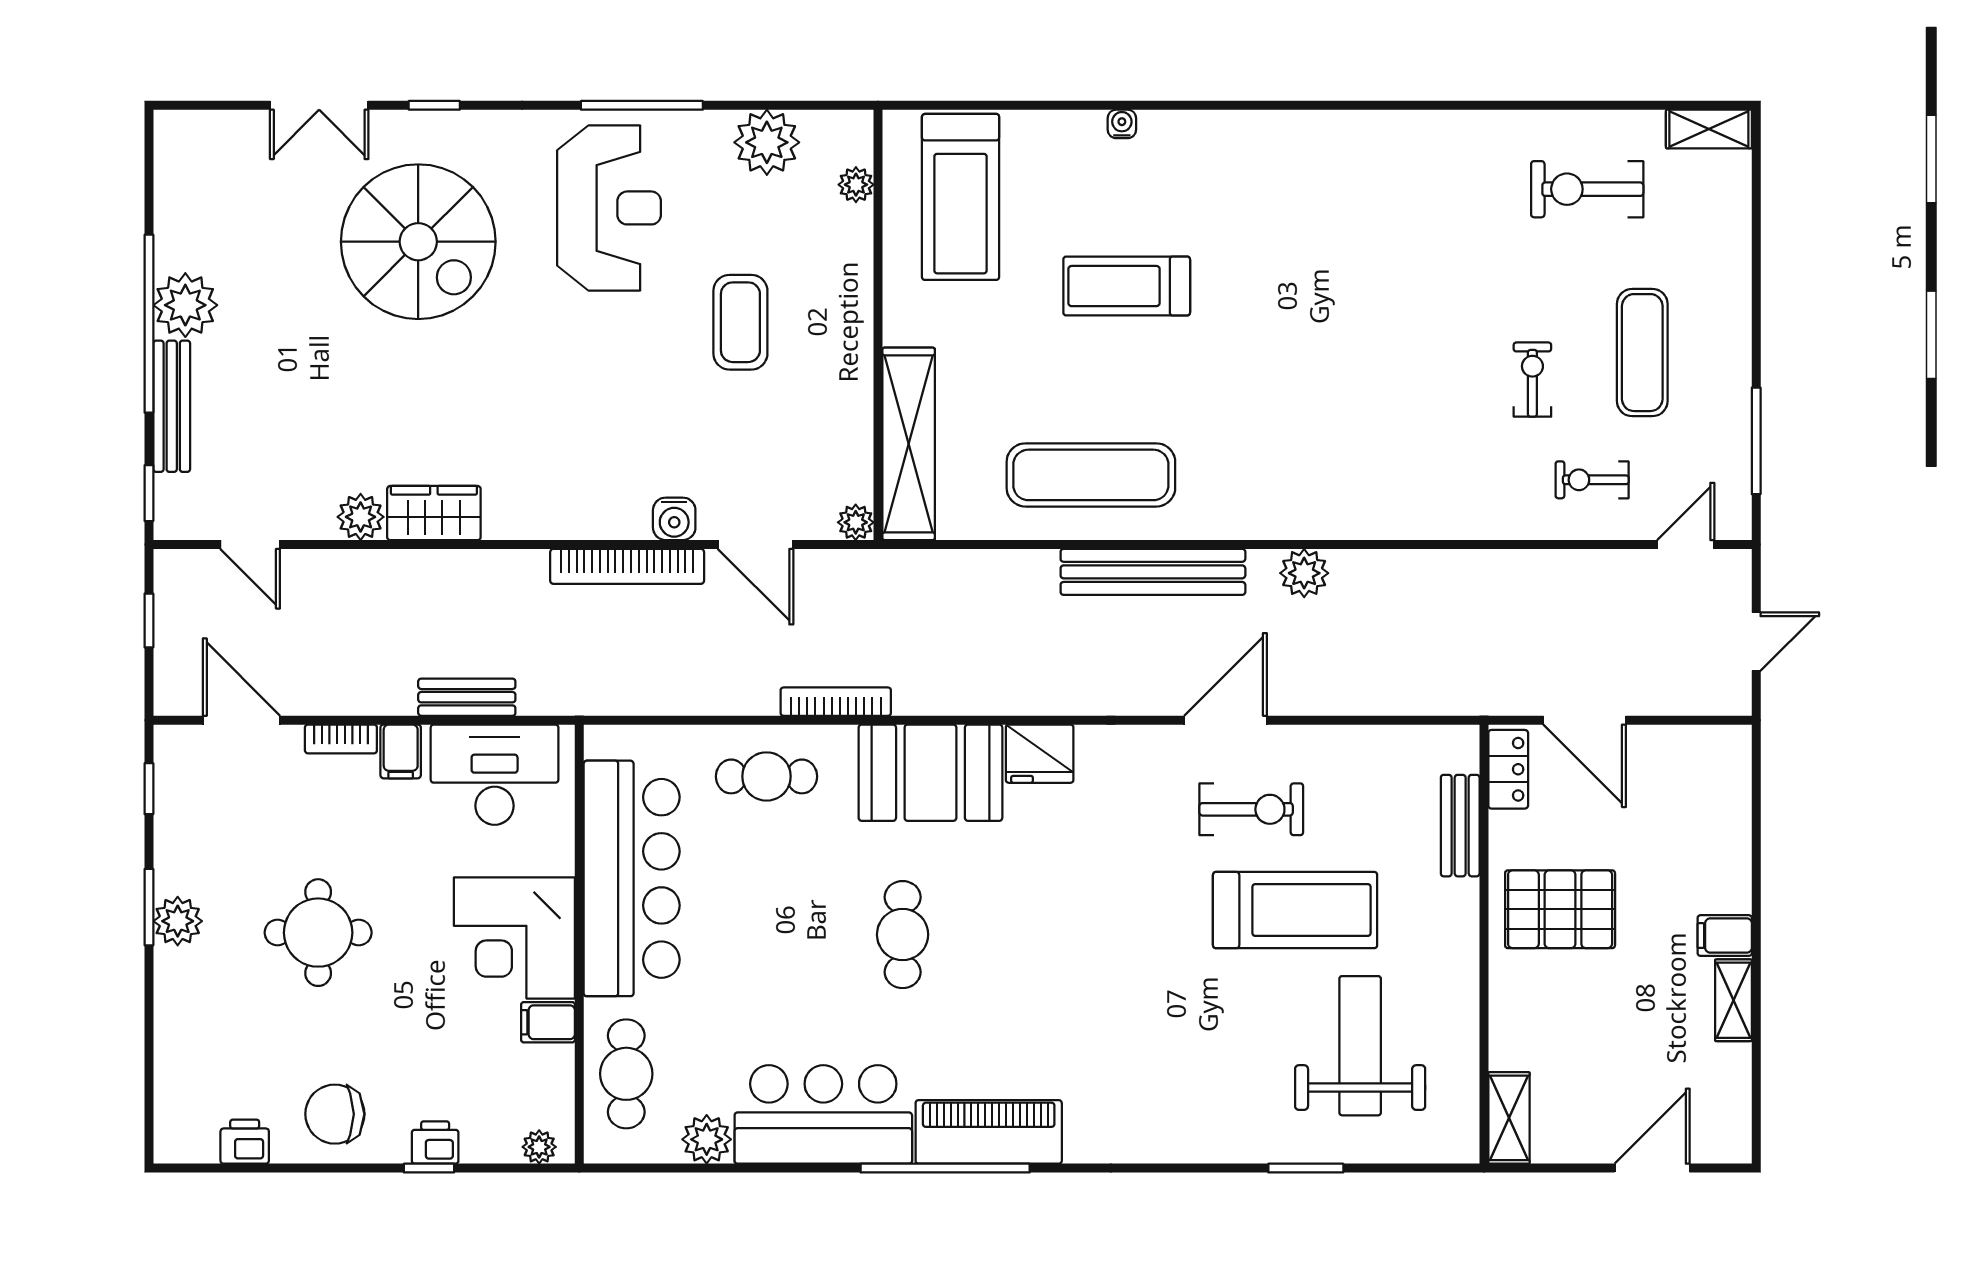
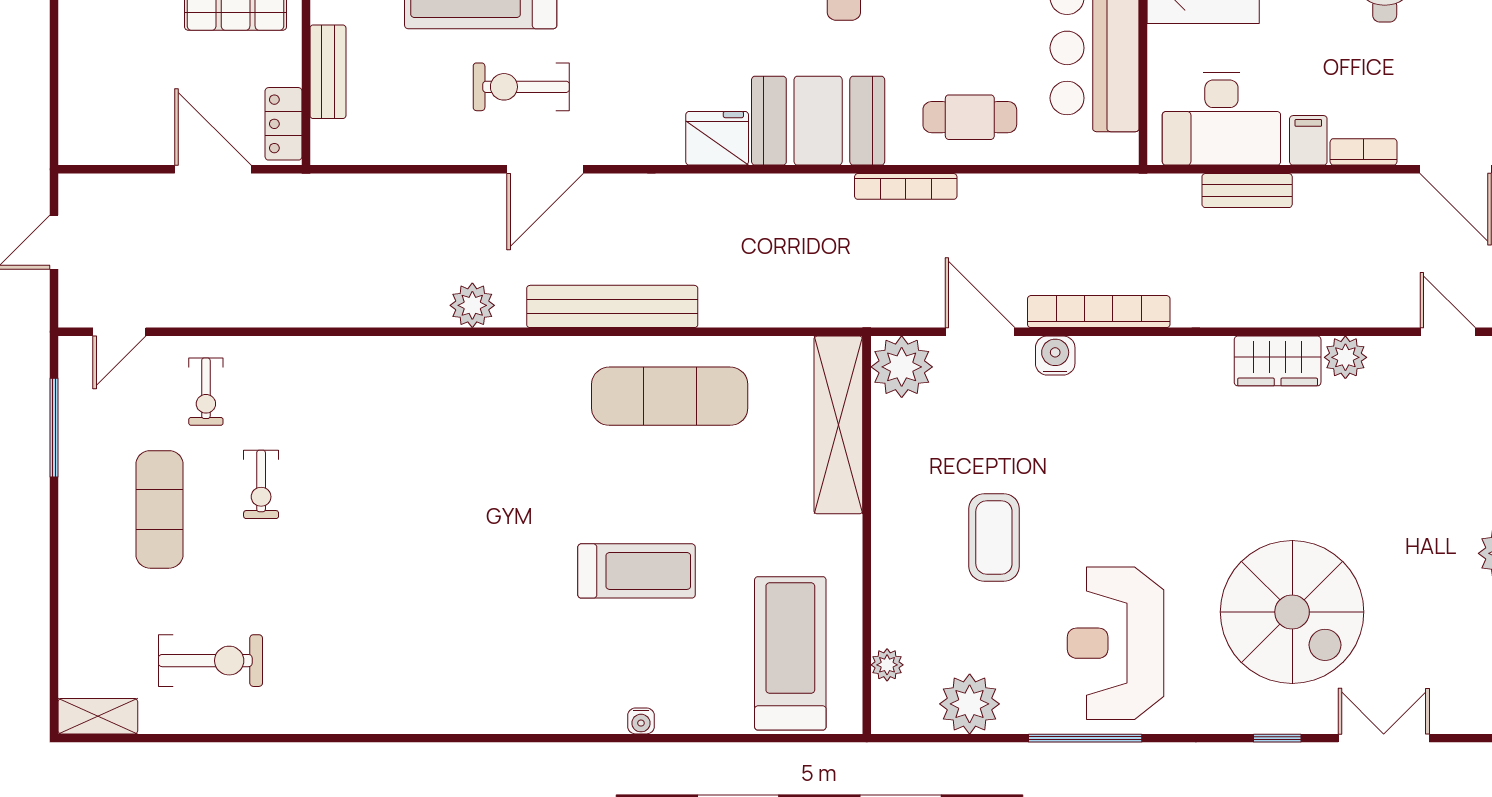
spiral stairs: (418, 242) -> (1292, 612), turned 180
exercise bike: (1592, 480) -> (206, 392), turned 90
plant: (856, 522) -> (902, 367), width x1.88, depth x1.88

